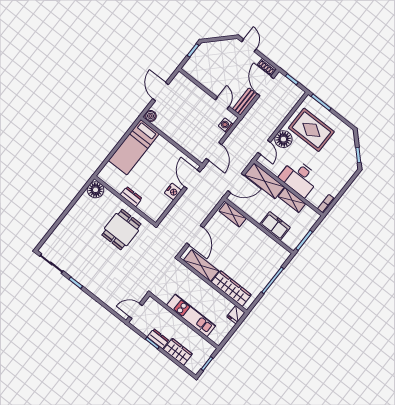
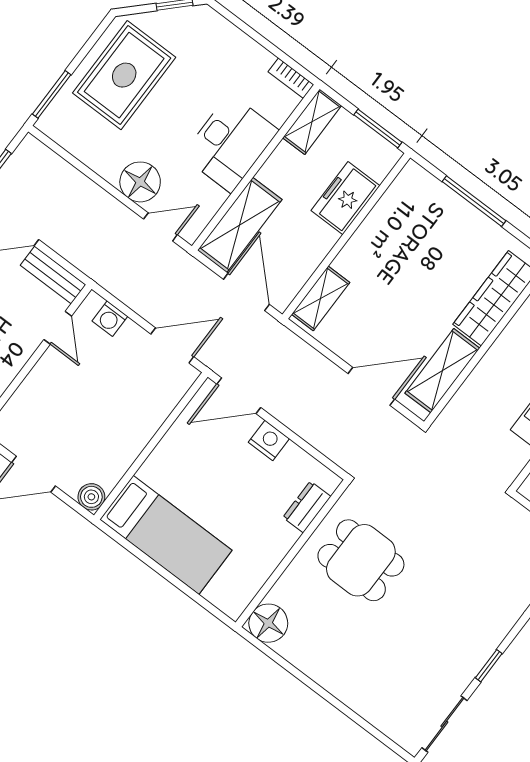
door: (222, 103) -> (58, 328), swing flipped
rug: (311, 130) -> (124, 75), moved
dresser: (131, 197) -> (307, 507), moved
shelving: (292, 200) -> (312, 122), moved

